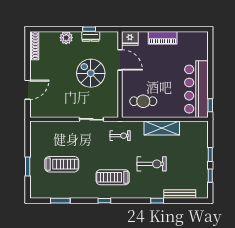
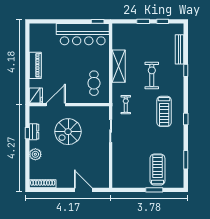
treadmill: (62, 164) -> (157, 170), moved

